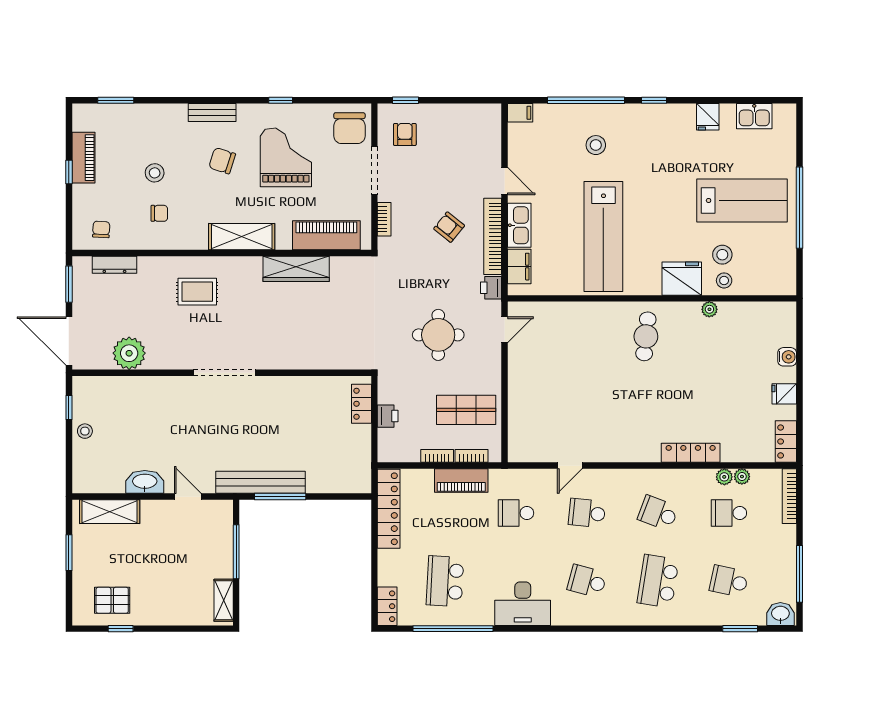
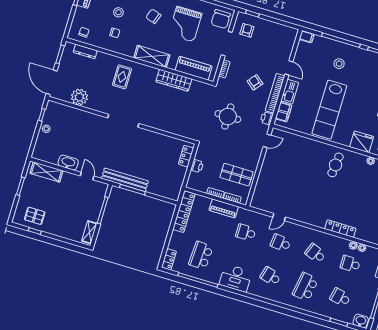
grand piano: (286, 157) -> (185, 24), turned 180
rug: (197, 292) -> (122, 77), turned 90
round table: (438, 335) -> (228, 117), moved

